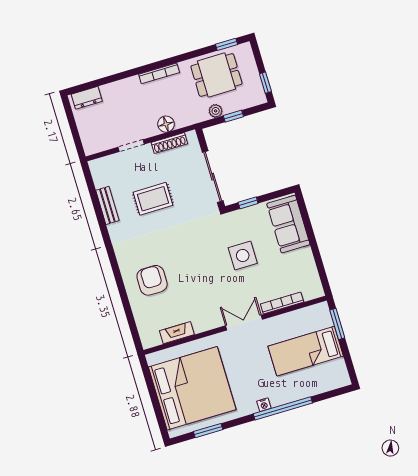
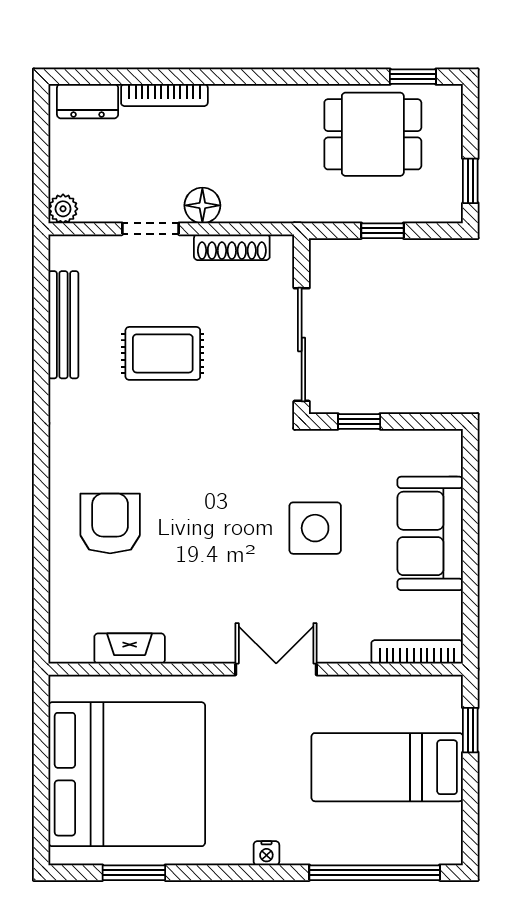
bookcase: (159, 73) -> (164, 95), moved
plant: (216, 111) -> (63, 209), moved
floor lamp: (166, 124) -> (202, 205), moved
bench: (107, 205) -> (63, 325), width x1.36
sofa: (288, 224) -> (430, 533), moved
bookcase: (282, 303) -> (417, 652), moved
window: (337, 324) -> (470, 730), width x0.67
window: (283, 408) -> (375, 873), moved

